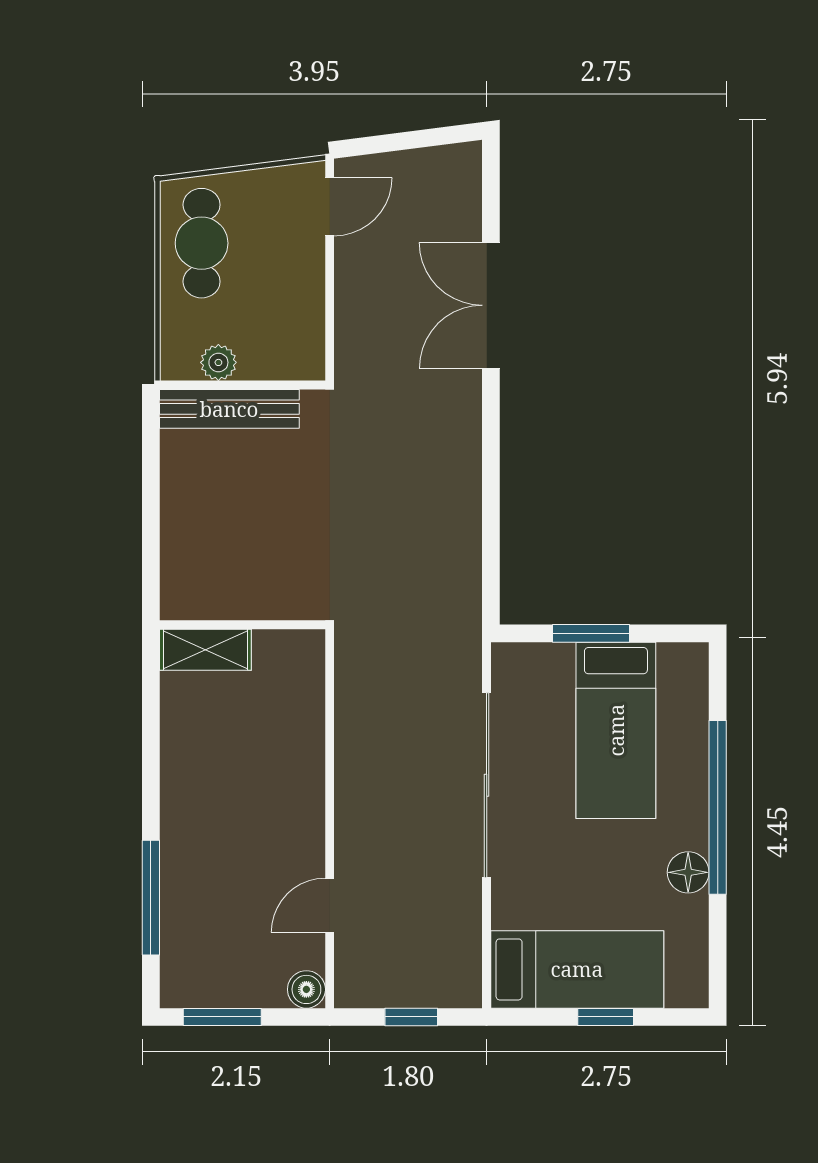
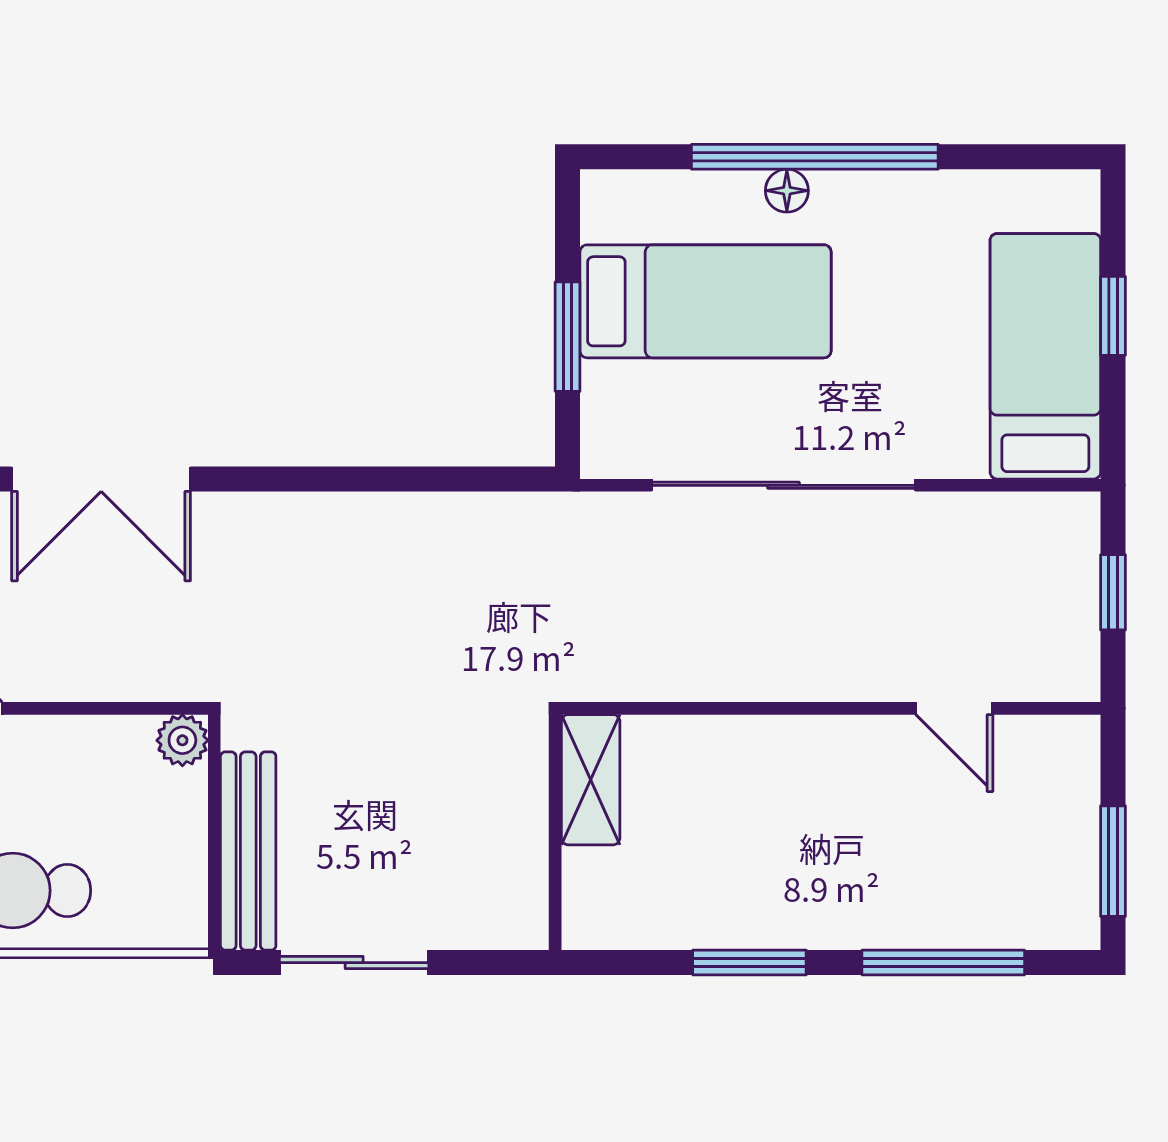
plant: (218, 362) -> (182, 740), moved
sliding door: (151, 483) -> (354, 963), added
shelving: (205, 650) -> (591, 780), moved
window: (151, 761) -> (749, 963), added
floor lamp: (688, 872) -> (787, 191), moved, width x0.73, depth x0.73
boiler: (306, 989) -> (1074, 741), removed

